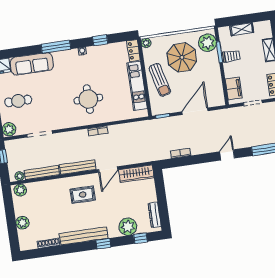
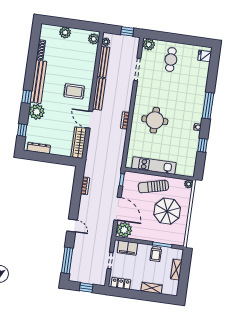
plant: (207, 43) -> (124, 230), moved
locker: (134, 50) -> (185, 171), removed
sofa: (32, 64) -> (199, 81), removed
rug: (83, 195) -> (74, 91), turned 90
plant: (128, 227) -> (37, 112), moved

